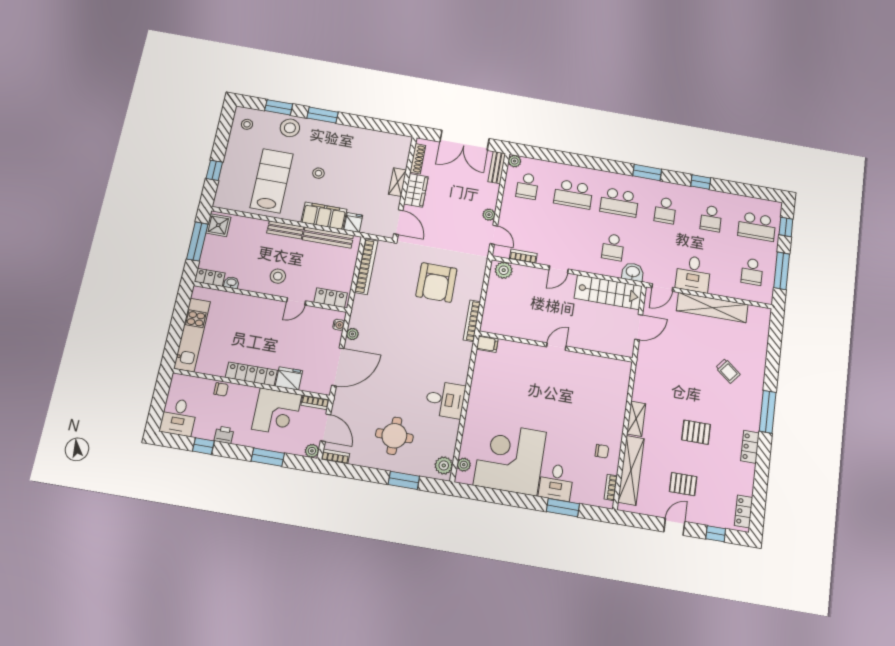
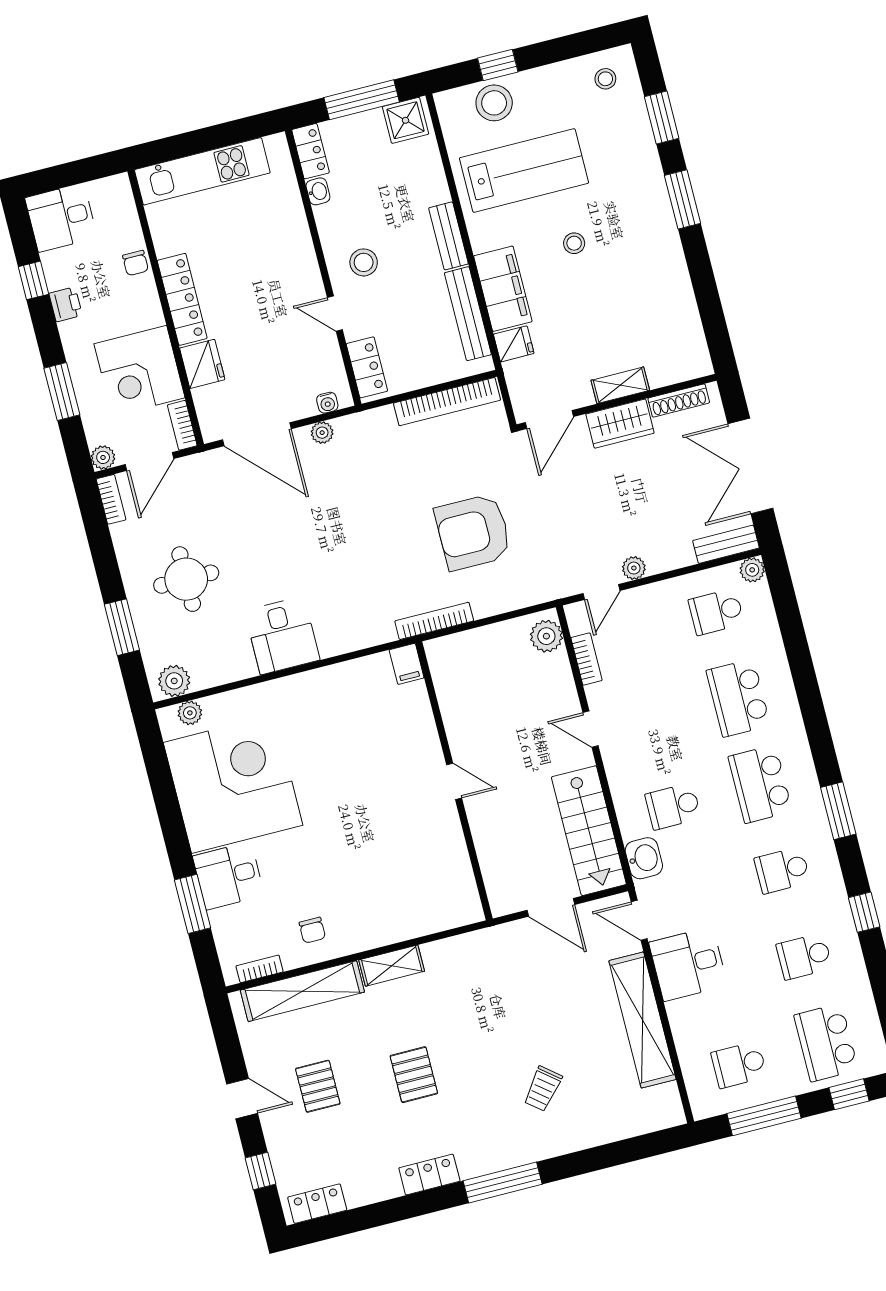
stool: (290, 128) -> (494, 103), moved

